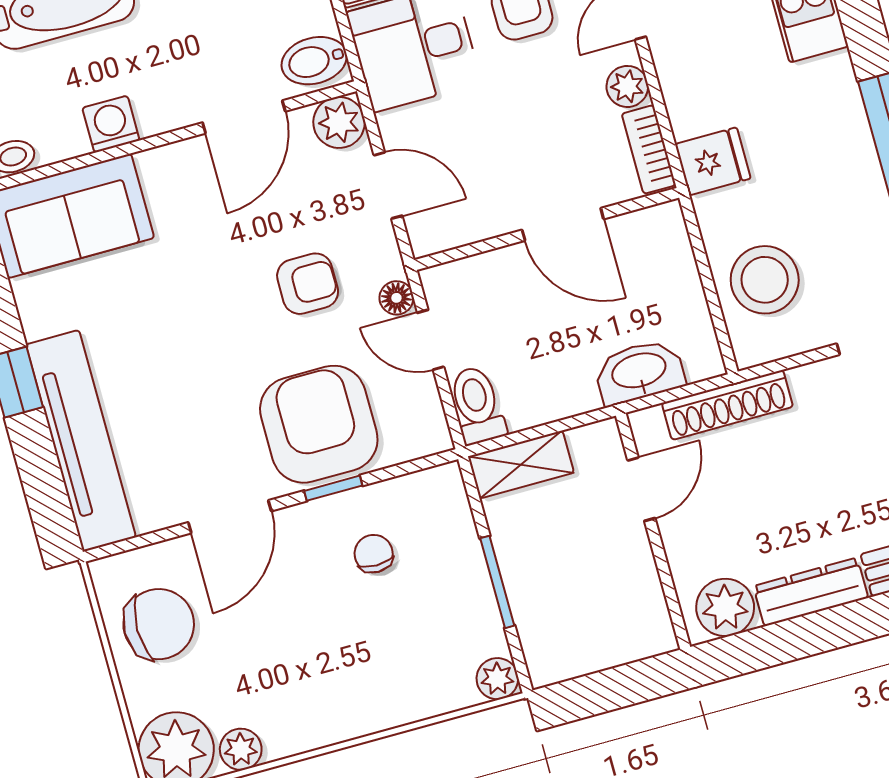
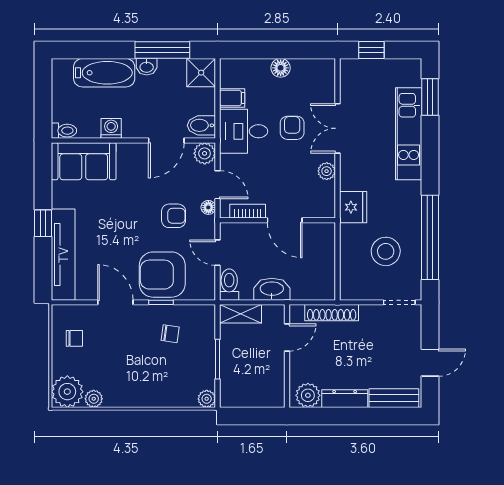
bookcase: (649, 149) -> (248, 211), moved, turned 90
fridge: (713, 161) -> (353, 207), width x1.38
stool: (765, 280) -> (386, 251), moved
floor lamp: (396, 298) -> (208, 207), moved
washbasin: (639, 372) -> (272, 289), moved
armchair: (319, 424) -> (162, 275), turned -90
door: (230, 517) -> (115, 302), swing flipped
chair: (374, 554) -> (170, 334), turned 98
chair: (159, 624) -> (74, 338), width x0.54, depth x0.54

